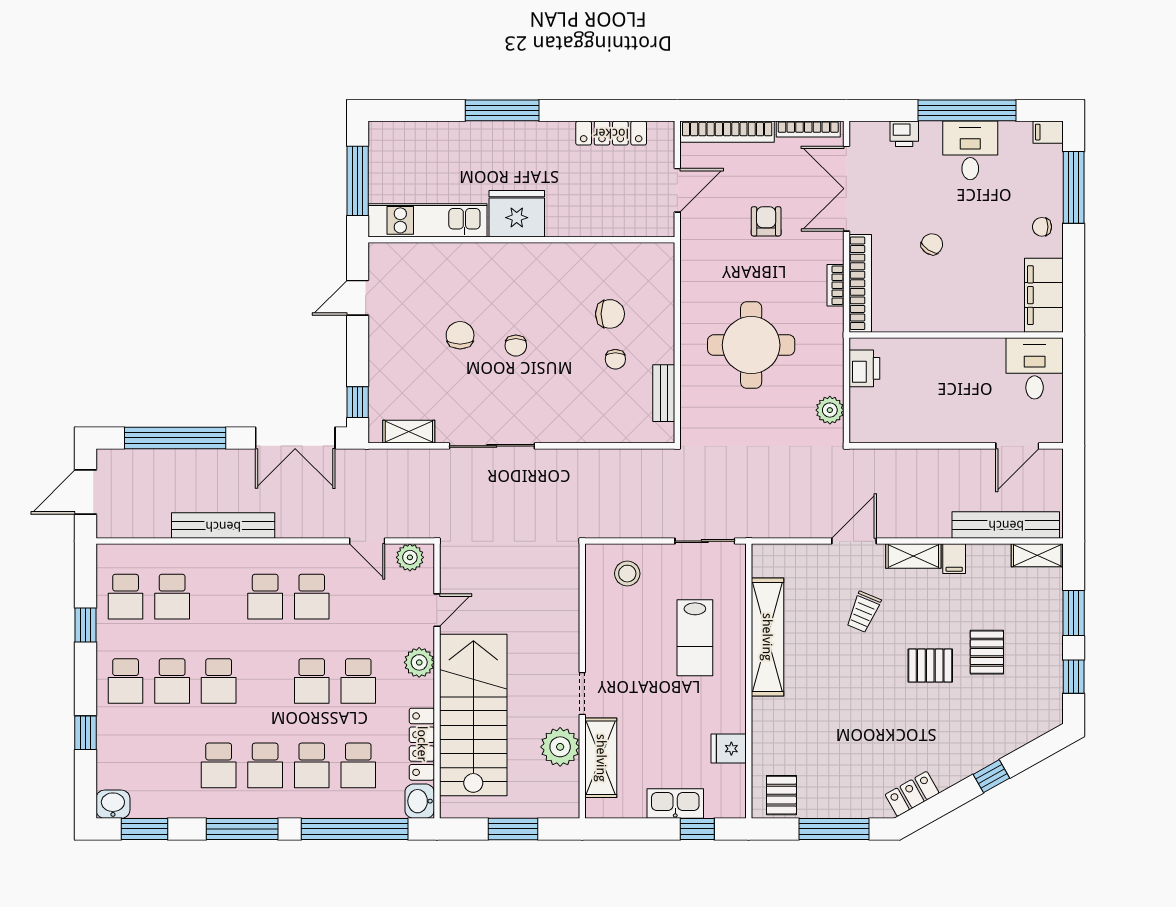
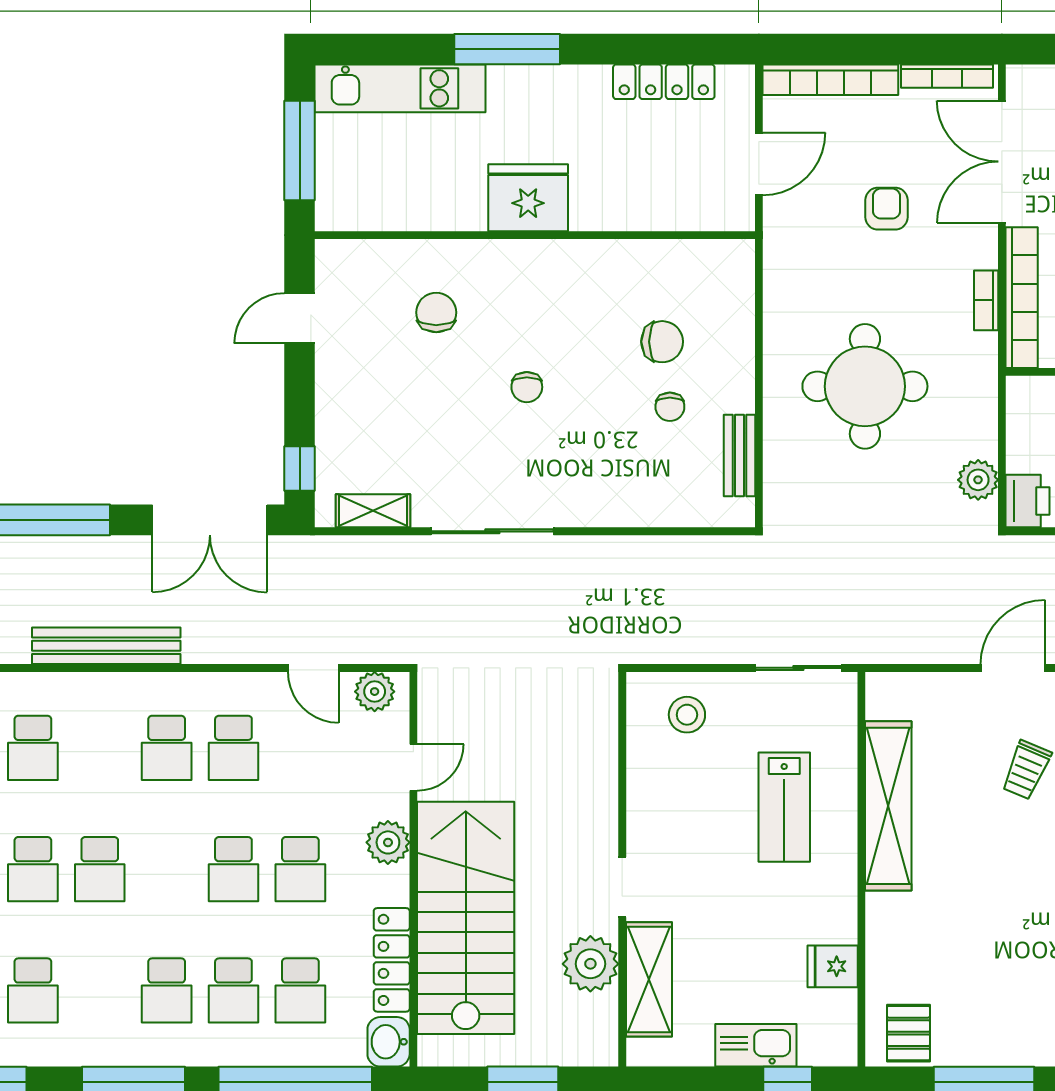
kitchen unit: (428, 220) -> (400, 88), moved, turned 180
chair: (460, 335) -> (436, 312), moved
printer: (864, 368) -> (1028, 501), moved
school desk: (219, 765) -> (33, 990), moved

